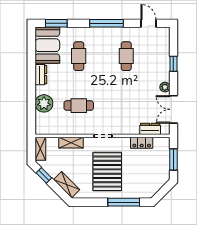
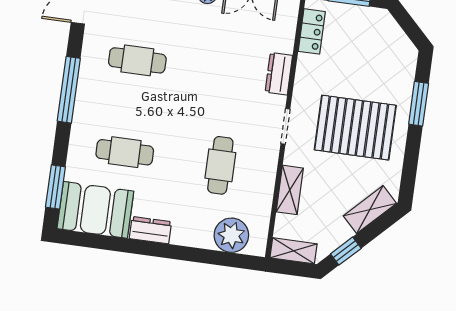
plant: (44, 103) -> (231, 235), moved
dresser: (150, 129) -> (279, 74), moved
locker: (142, 143) -> (312, 31), moved
window: (124, 202) -> (419, 104), width x0.69

